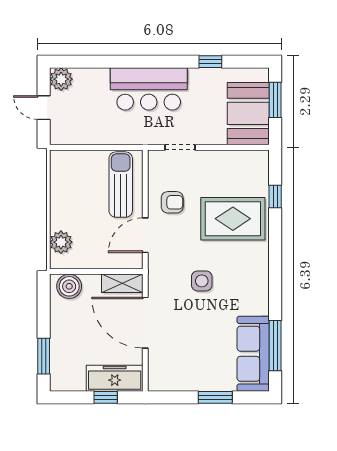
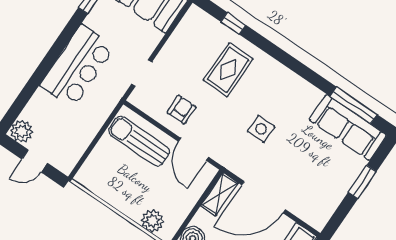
rug: (233, 219) -> (228, 70), width x0.73, depth x0.70

